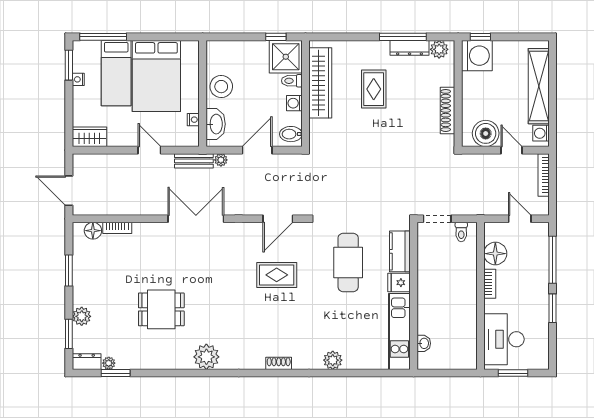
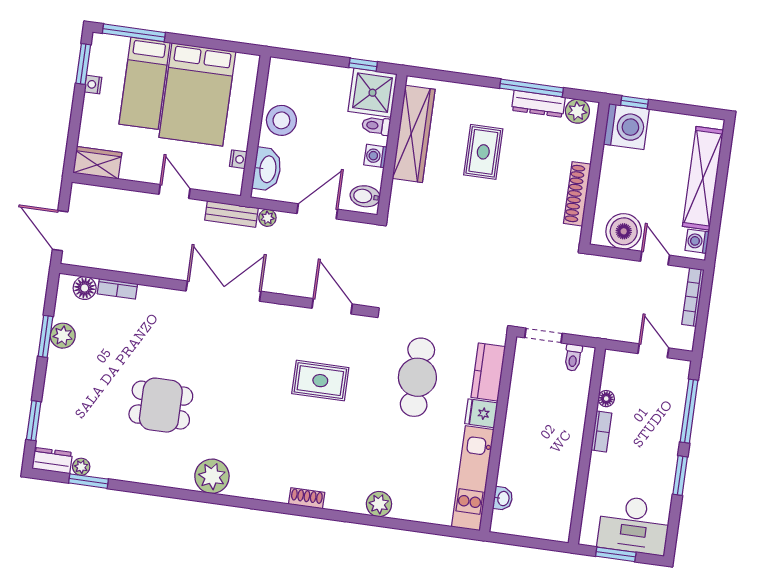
door: (278, 219) -> (332, 306), swing flipped
floor lamp: (495, 254) -> (606, 399), width x0.53, depth x0.53
plant: (82, 316) -> (63, 336), moved
desk: (504, 339) -> (634, 525), moved, turned -90

